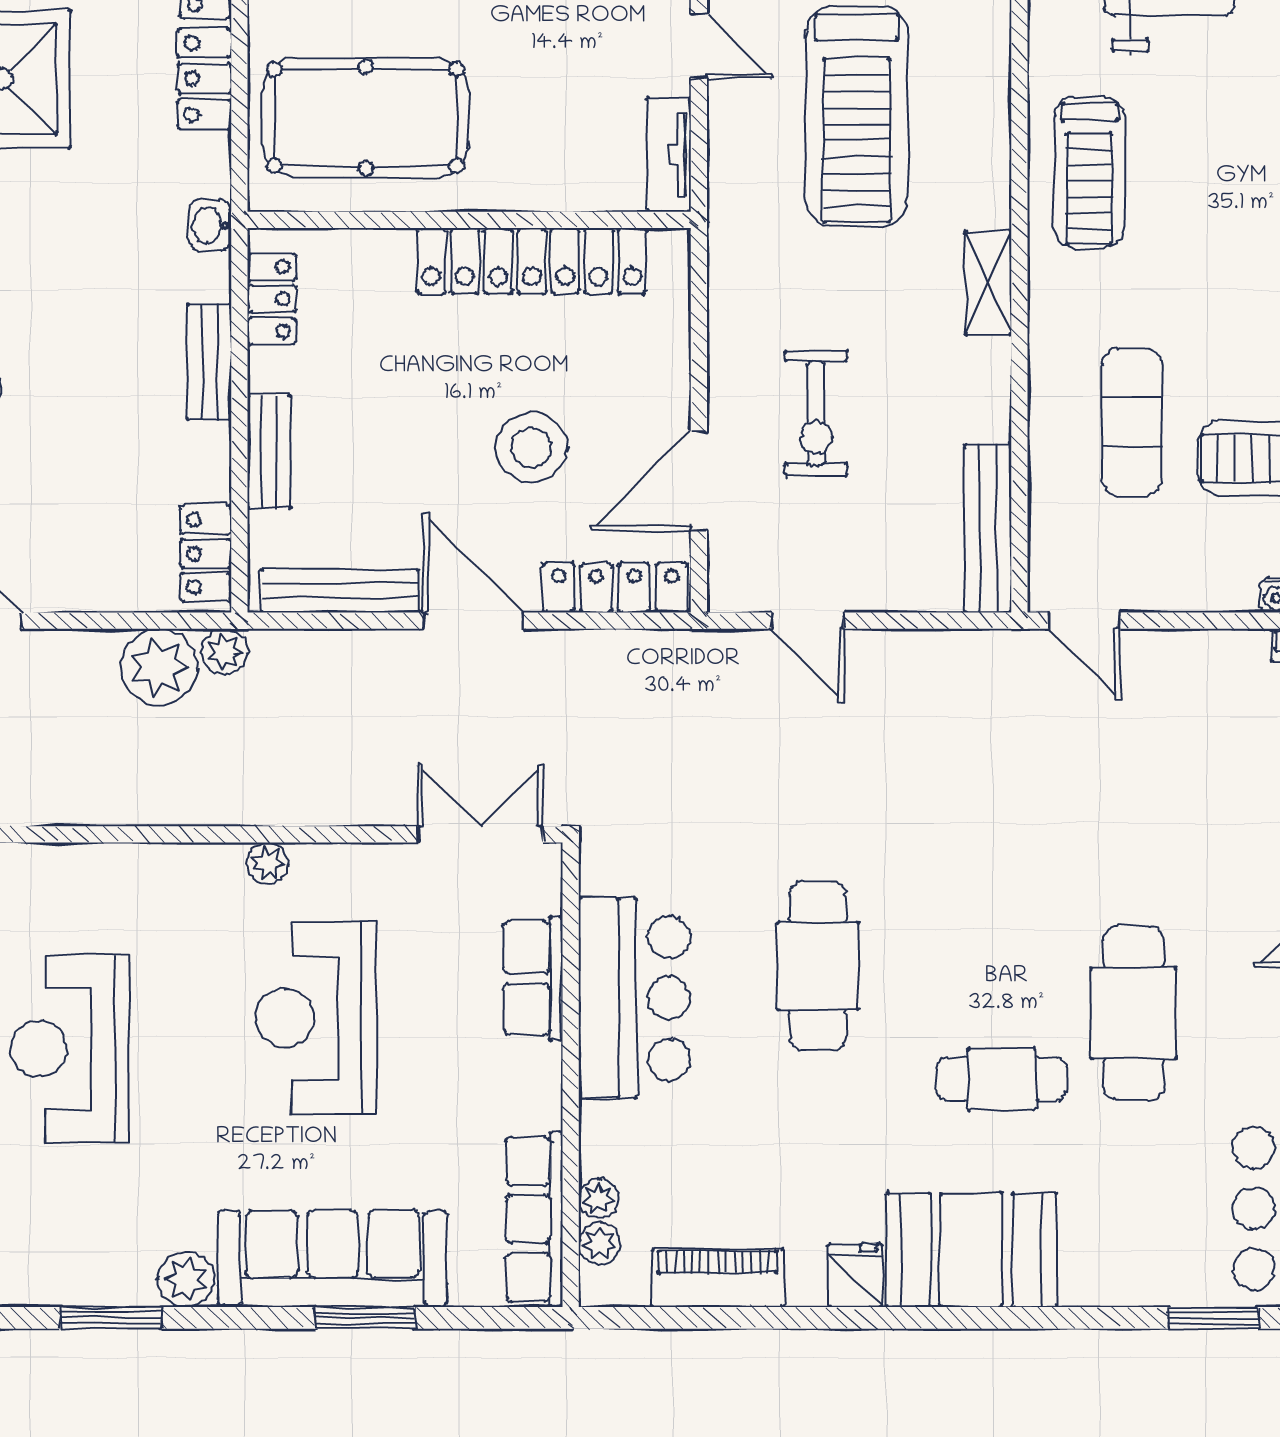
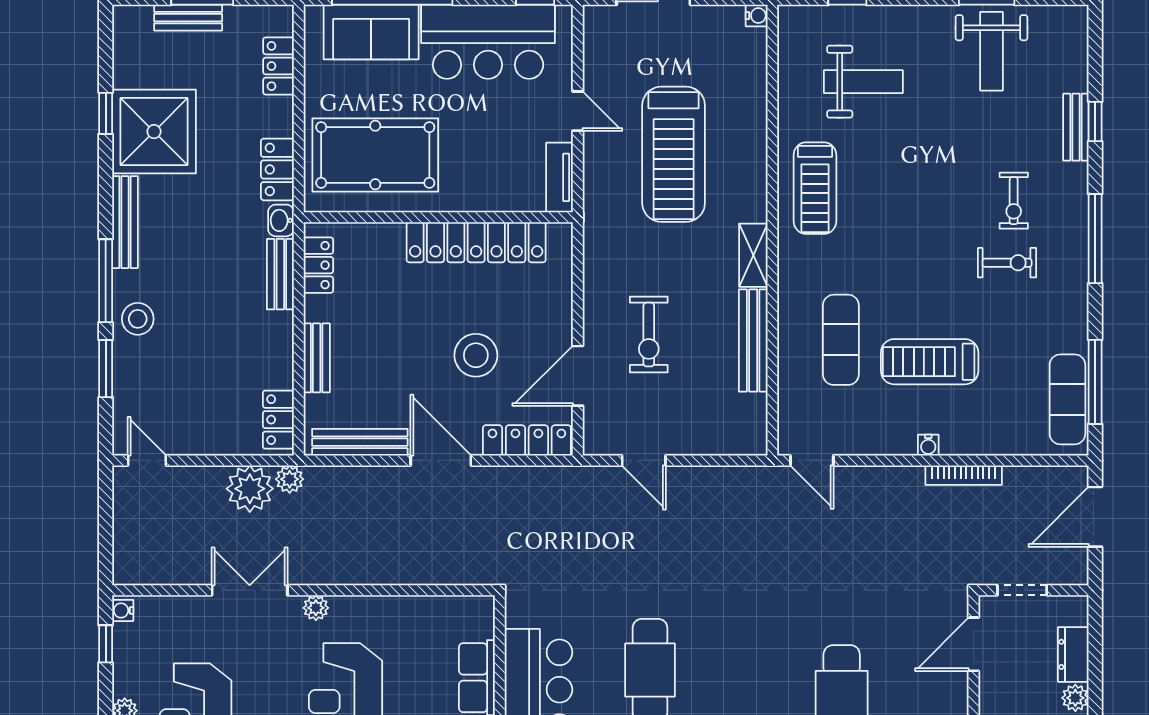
locker: (204, 79) -> (277, 169), moved
bench: (209, 362) -> (280, 274), moved
bench: (988, 528) -> (753, 341), moved
double door: (480, 834) -> (250, 590), moved

